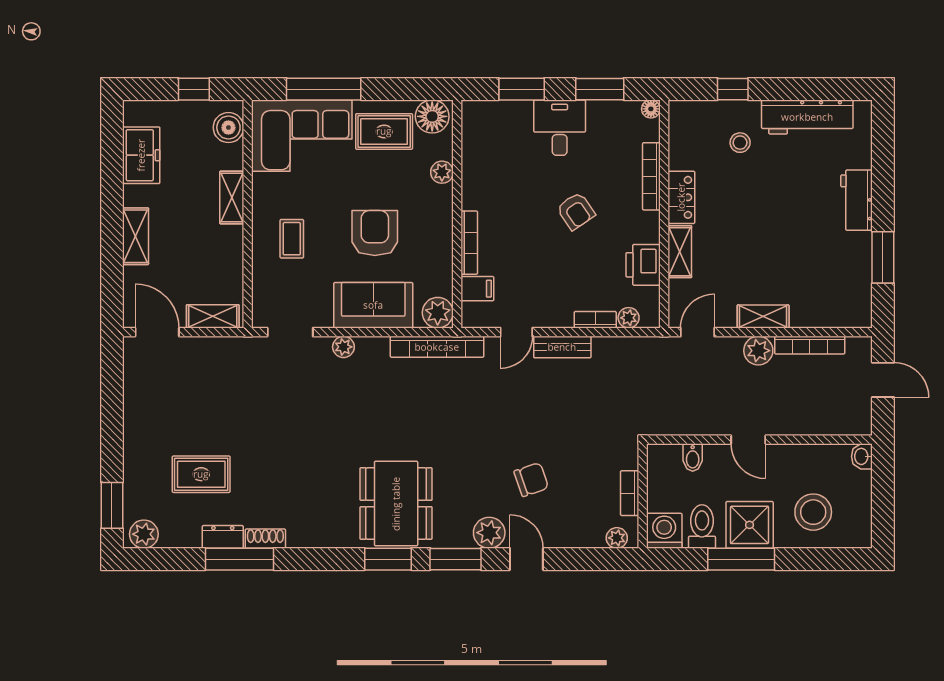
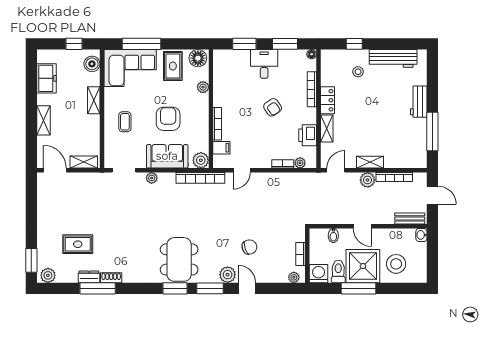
rug: (384, 131) -> (173, 66), turned 90
window: (883, 257) -> (432, 131), width x1.44
bench: (562, 347) -> (410, 218), moved
shower: (750, 525) -> (363, 266), width x1.37, depth x1.37

